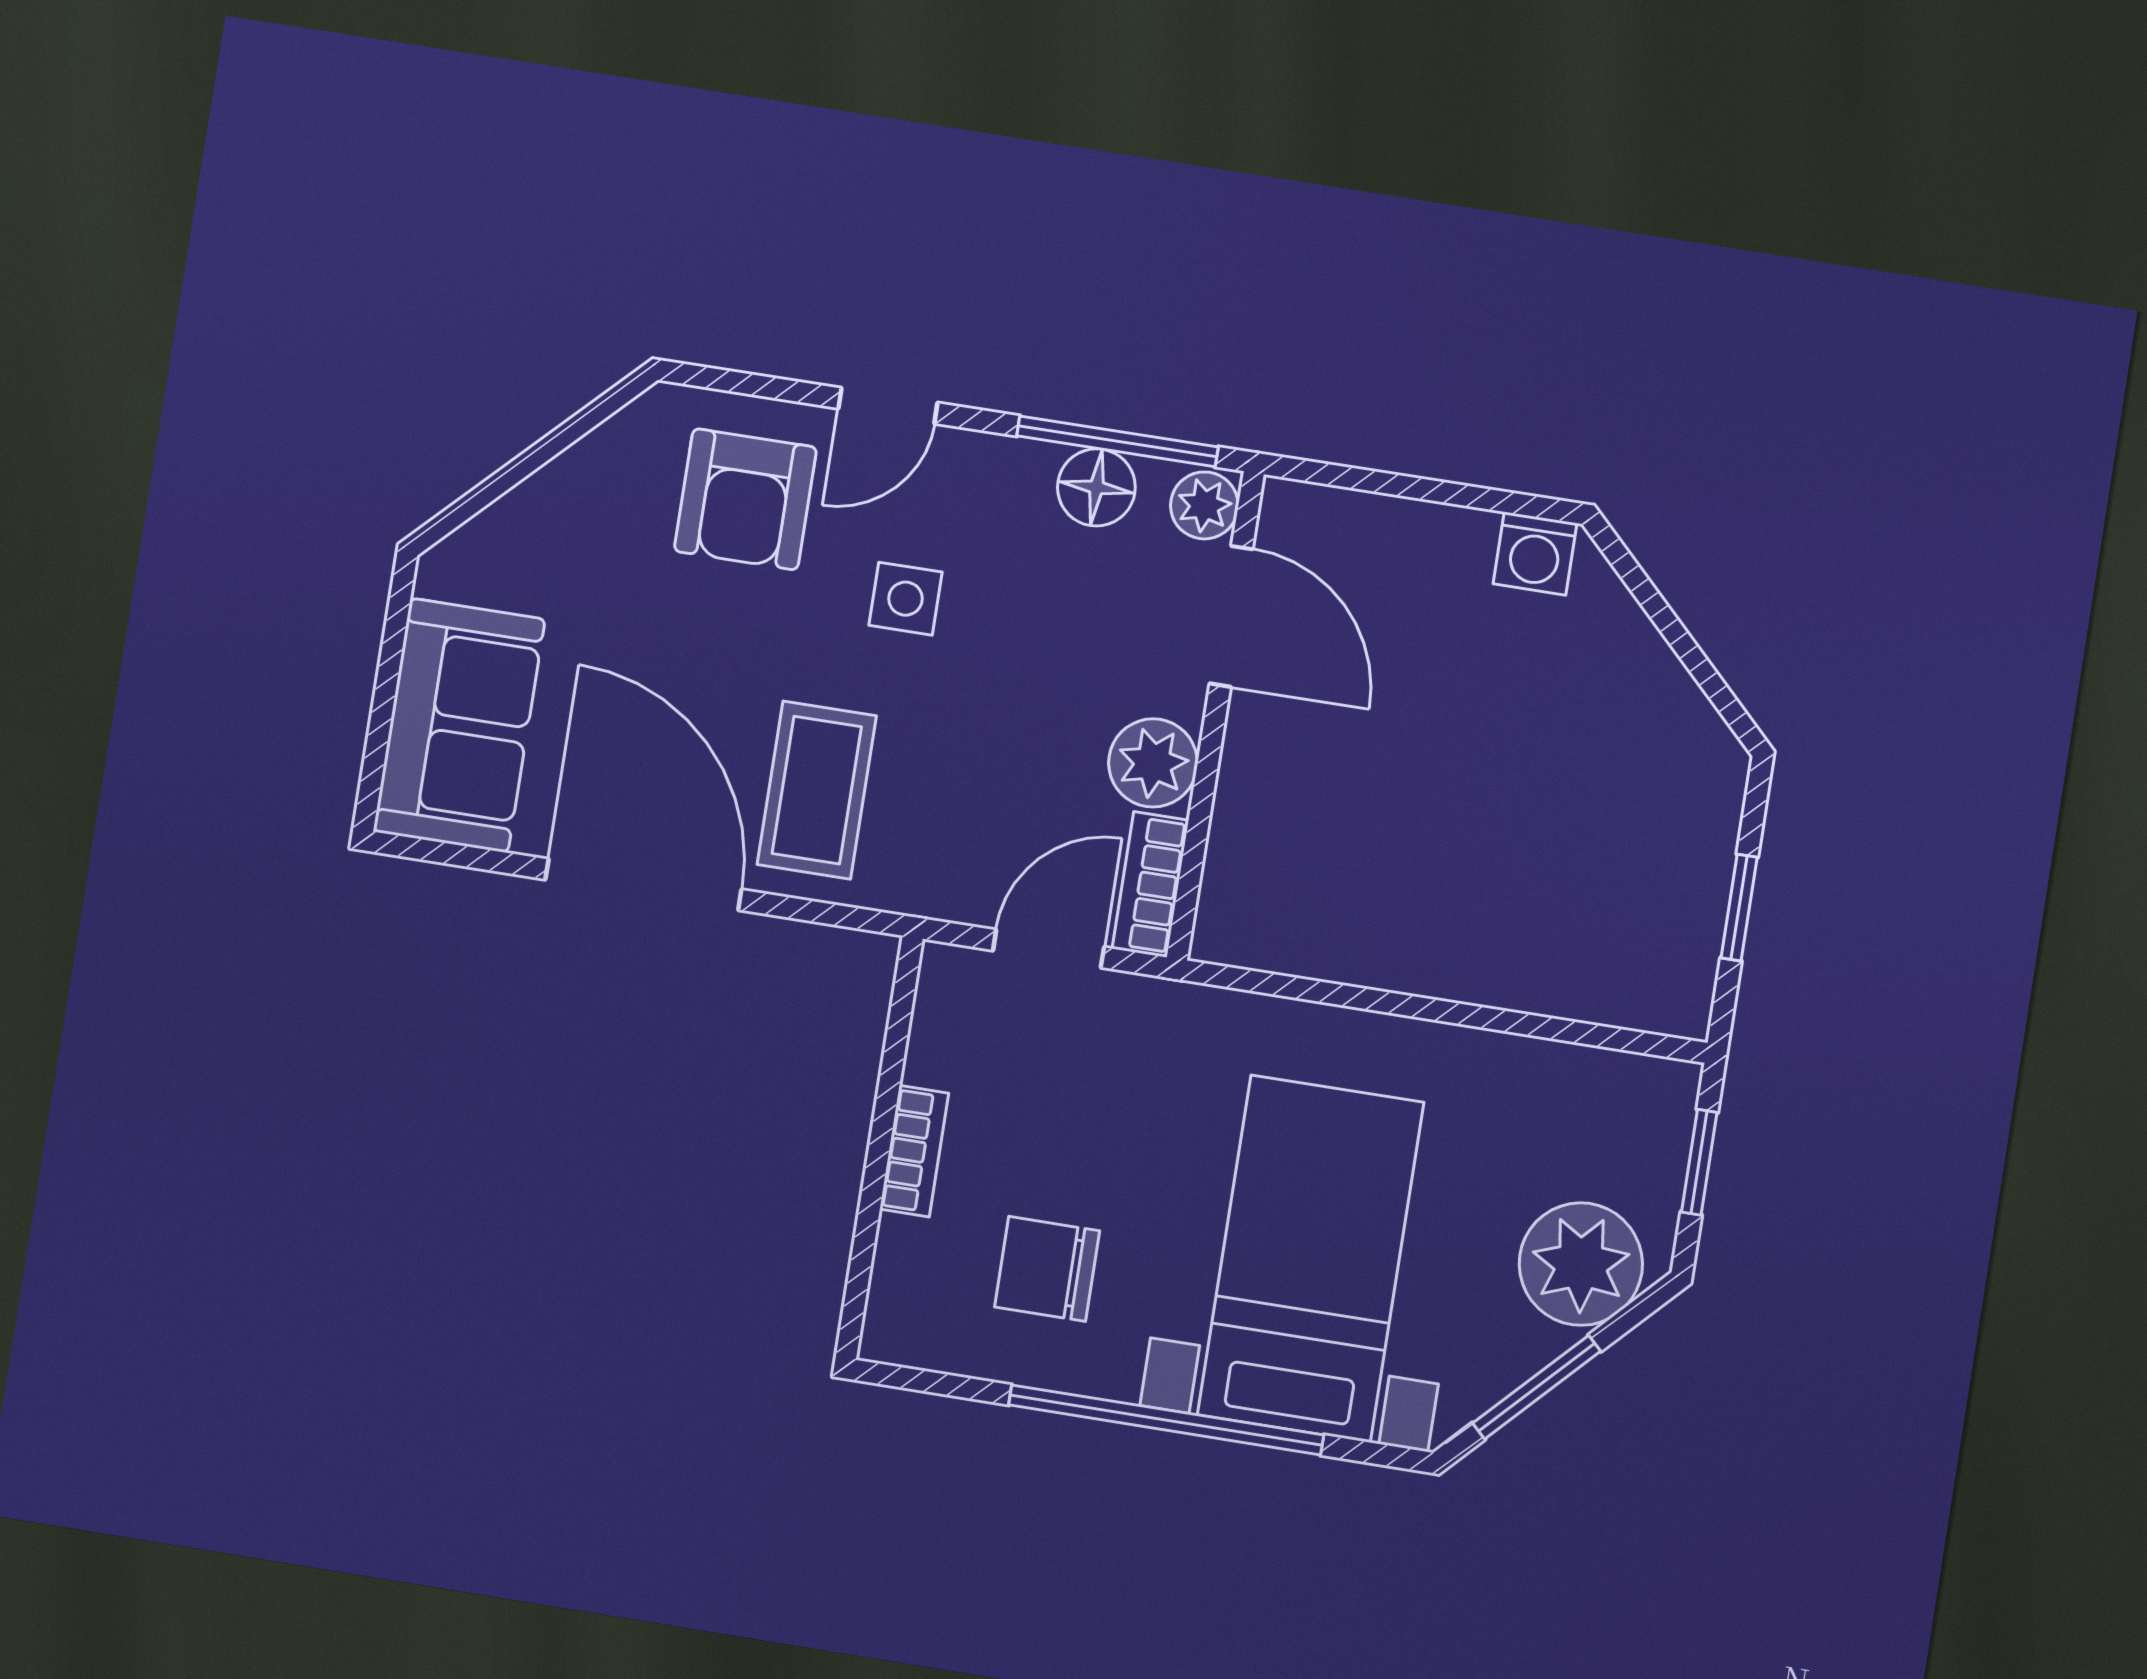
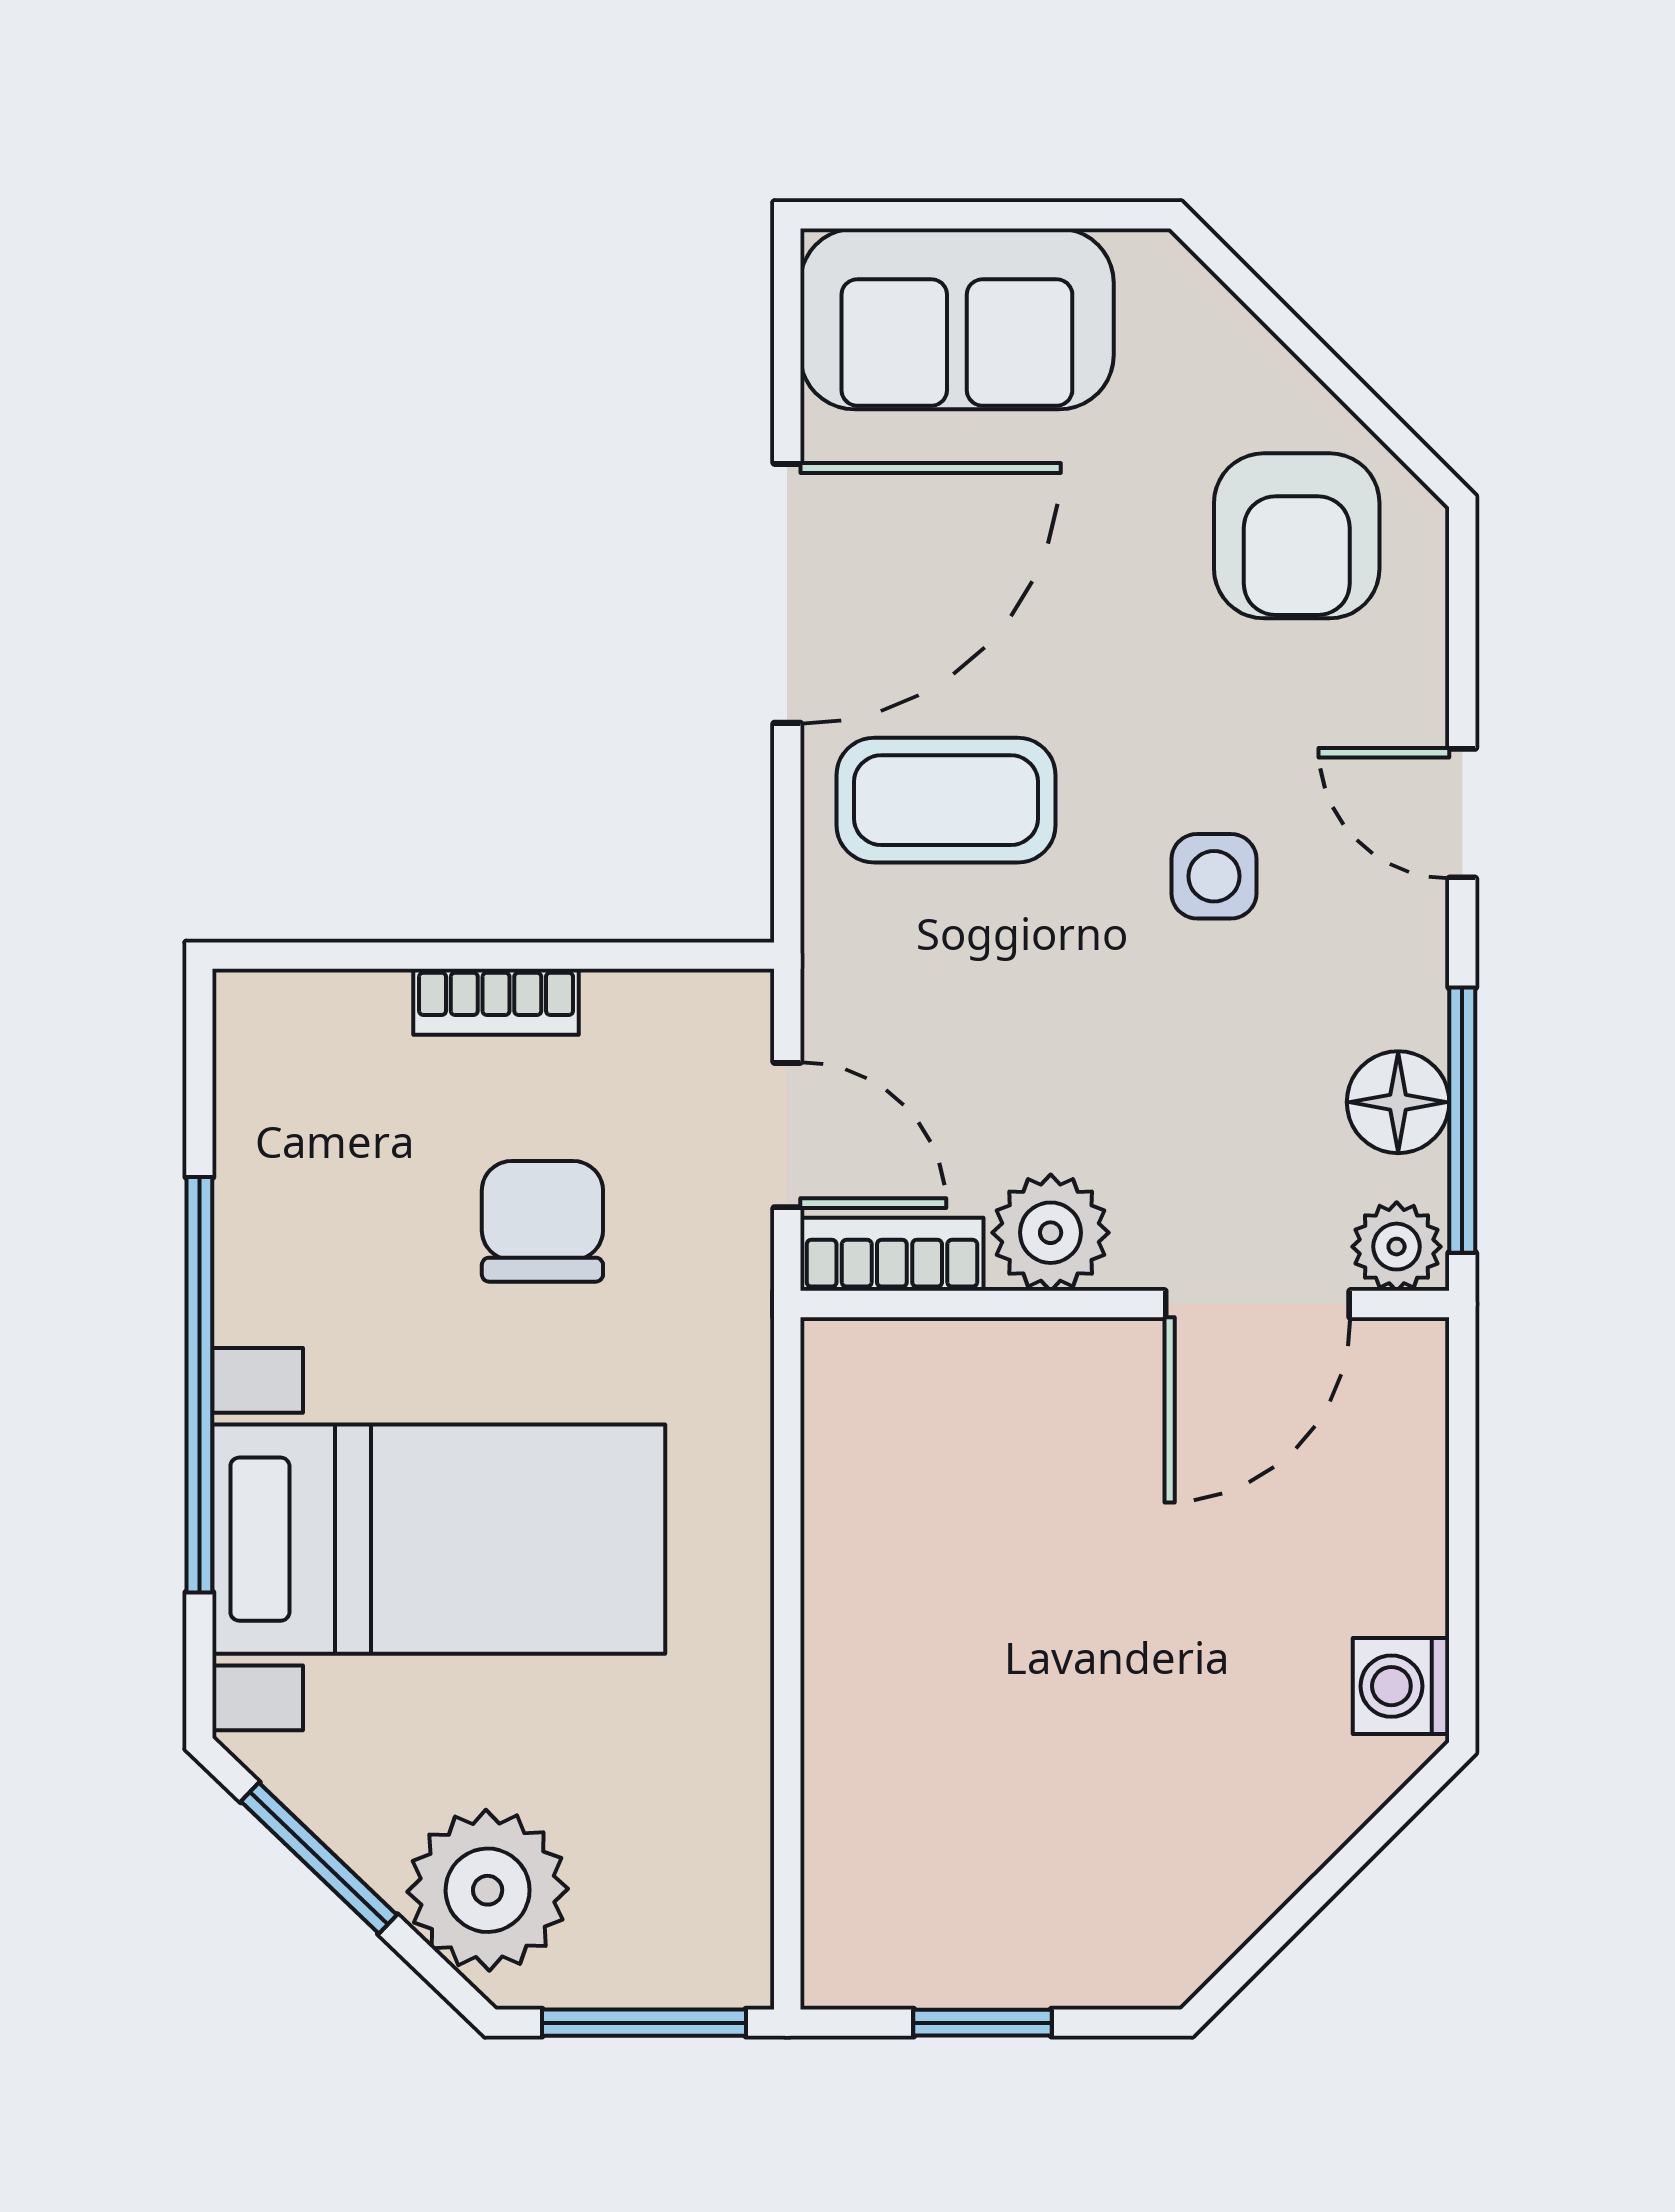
armchair: (745, 499) -> (1297, 536), moved, turned -90
window: (1699, 1162) -> (644, 2023), width x1.50
chair: (1047, 1269) -> (542, 1221), moved

